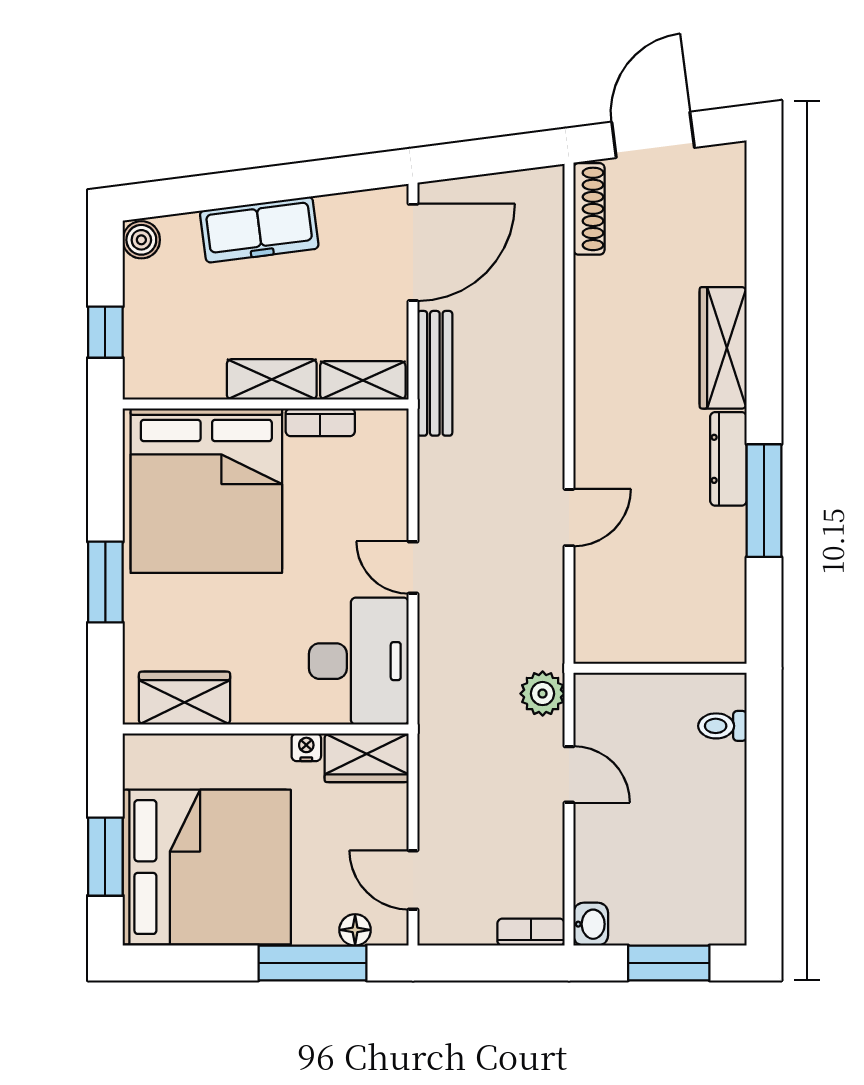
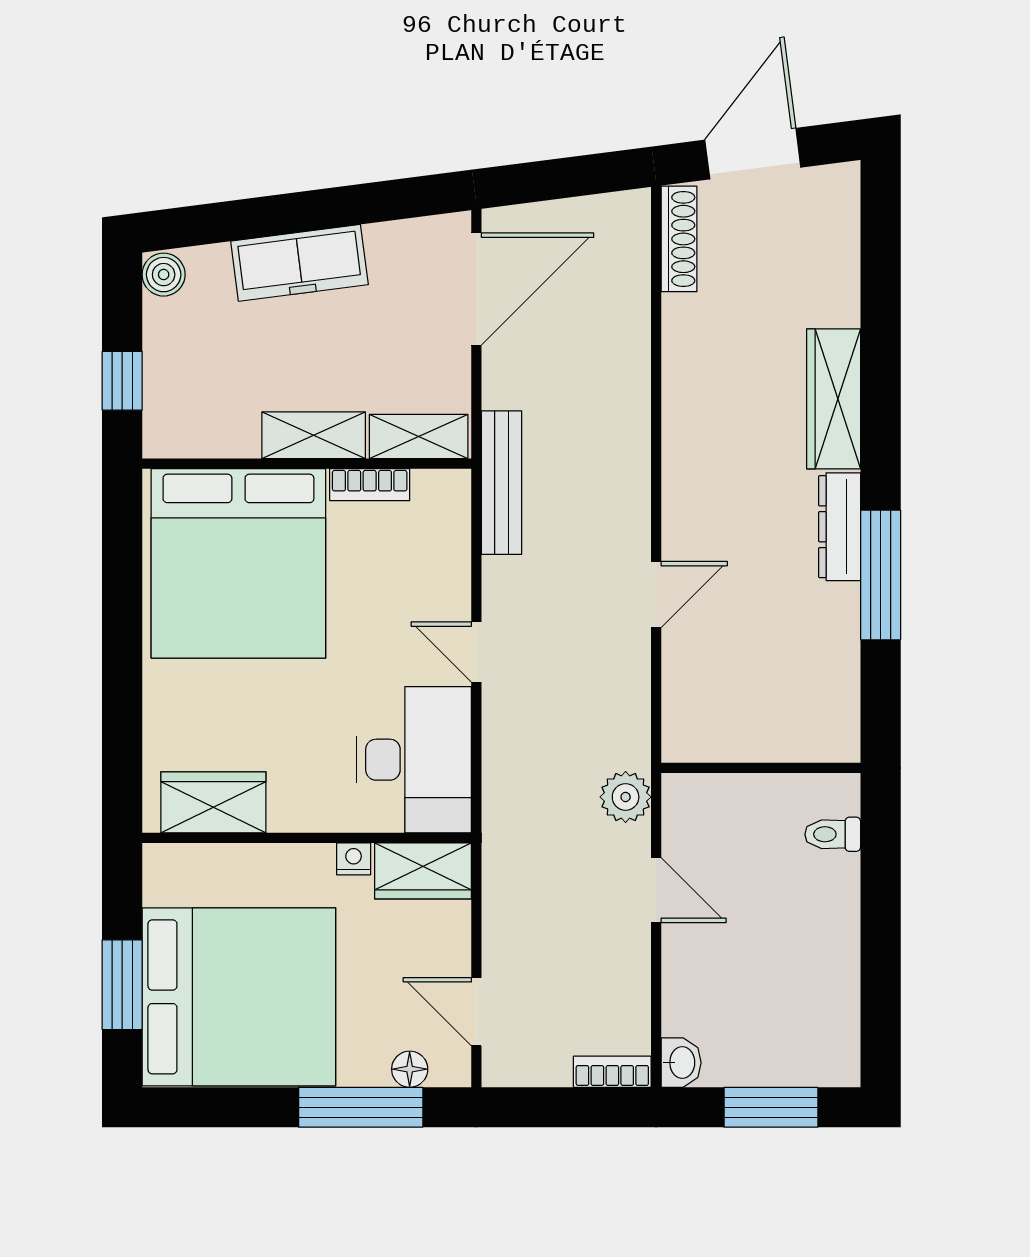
bench: (435, 373) -> (502, 483), moved
window: (105, 582) -> (122, 669), removed

